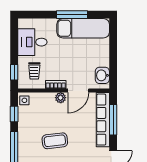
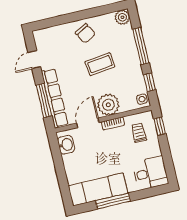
desk: (32, 42) -> (150, 173), moved
plant: (61, 98) -> (108, 105), width x1.88, depth x1.88

